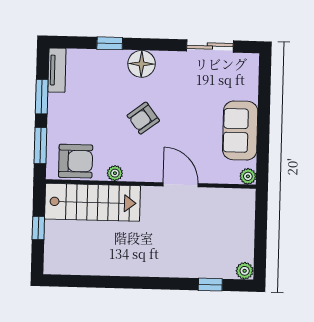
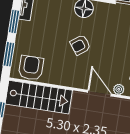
armchair: (76, 161) -> (31, 68), turned -90
plant: (115, 173) -> (119, 89), moved

